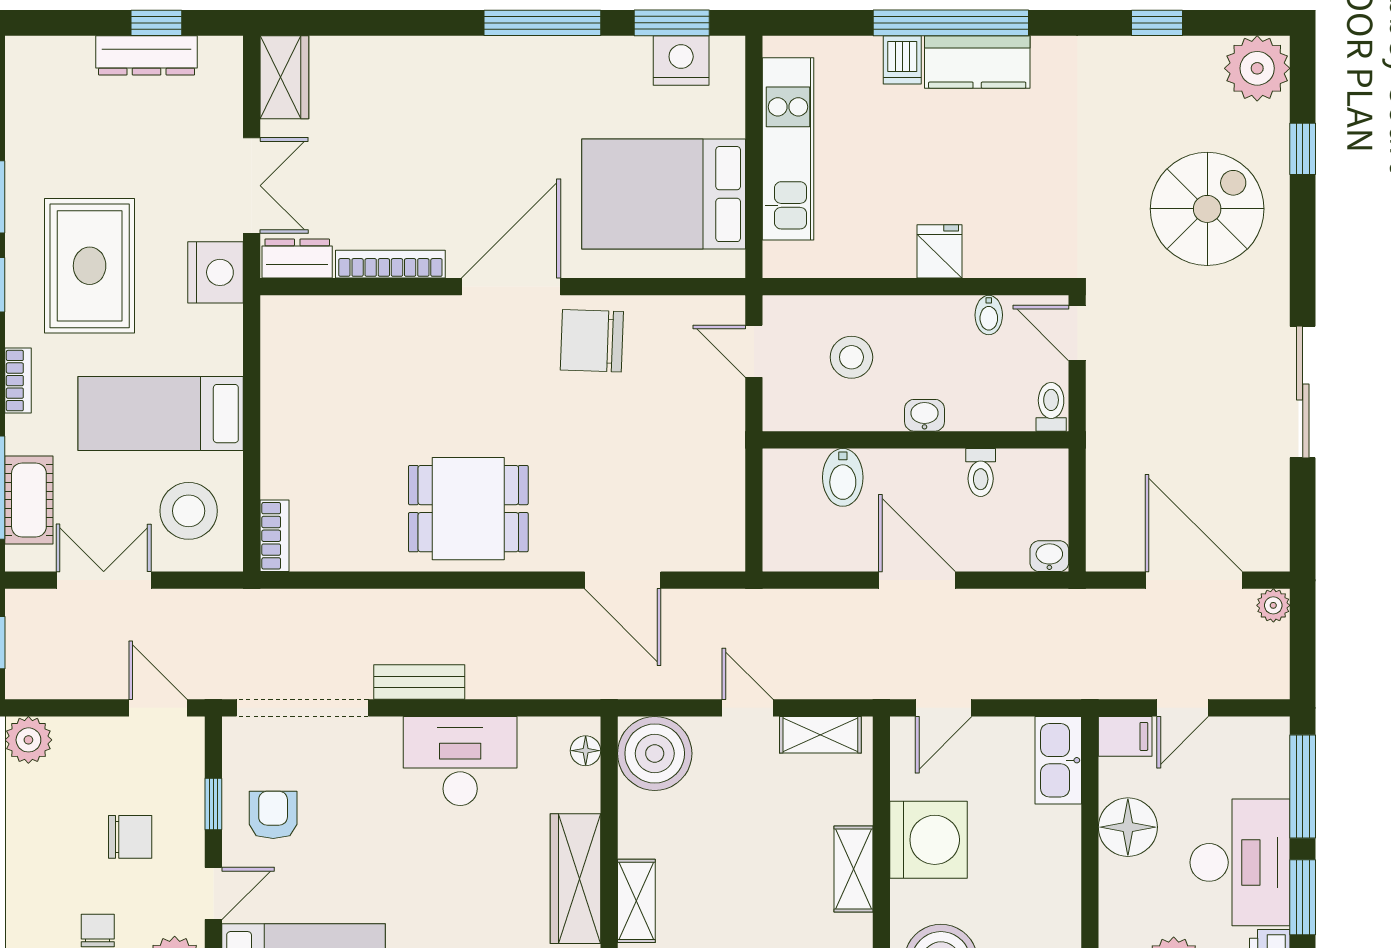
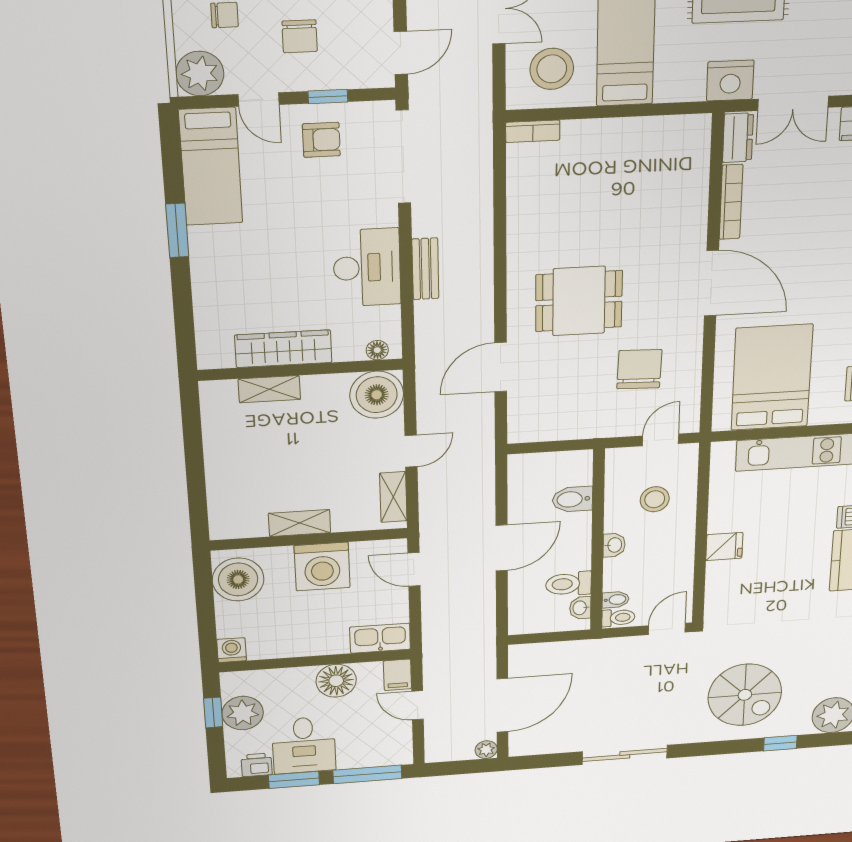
bidet: (989, 315) -> (616, 600), moved, turned 180
chair: (592, 341) -> (639, 369), moved
toilet: (981, 472) -> (569, 584), width x1.37, depth x1.39
dining table: (468, 509) -> (579, 301), moved, turned 90
washbasin: (1049, 556) -> (580, 608), moved, turned 180
bench: (419, 682) -> (425, 269), moved
desk: (1240, 862) -> (304, 745), width x0.73

